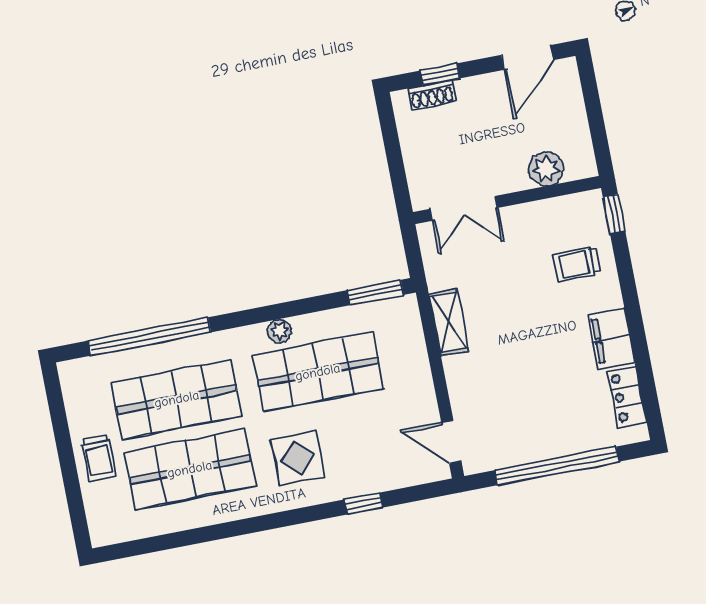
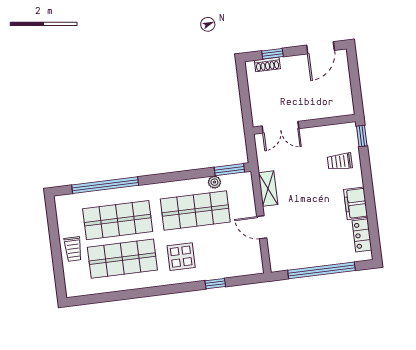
plant: (546, 169) -> (327, 109), removed
plant: (279, 331) -> (214, 182), moved
door: (451, 442) -> (262, 227), moved

